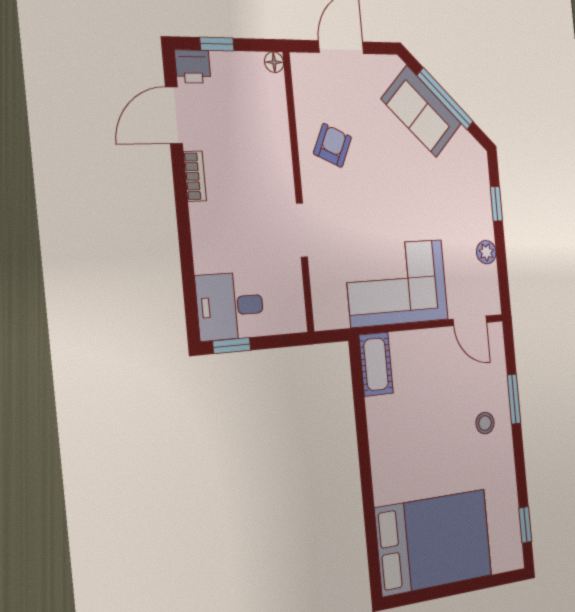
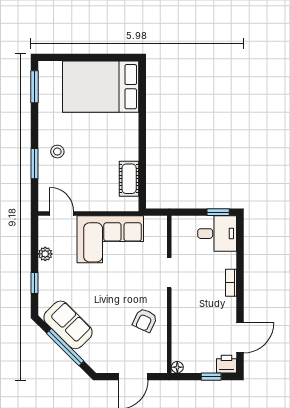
sofa: (422, 111) -> (68, 325), moved
bookcase: (195, 176) -> (231, 283), moved
cot: (376, 364) -> (129, 179), moved
window: (525, 525) -> (35, 87), width x1.50

